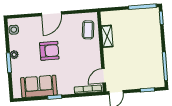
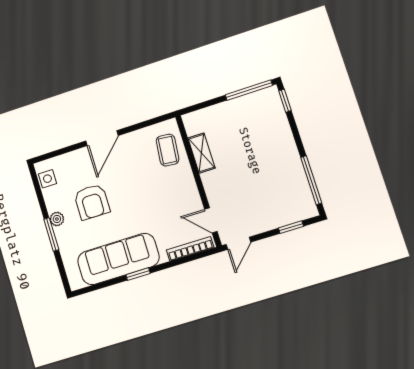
armchair: (49, 51) -> (92, 202), moved, turned 90
door: (104, 76) -> (211, 220), hinge flipped
sofa: (39, 86) -> (118, 259), width x1.36

